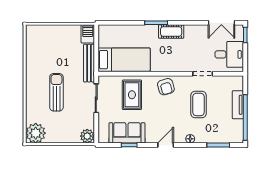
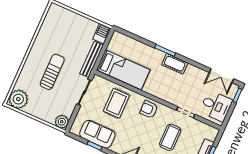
armchair: (166, 87) -> (149, 109), turned 106

